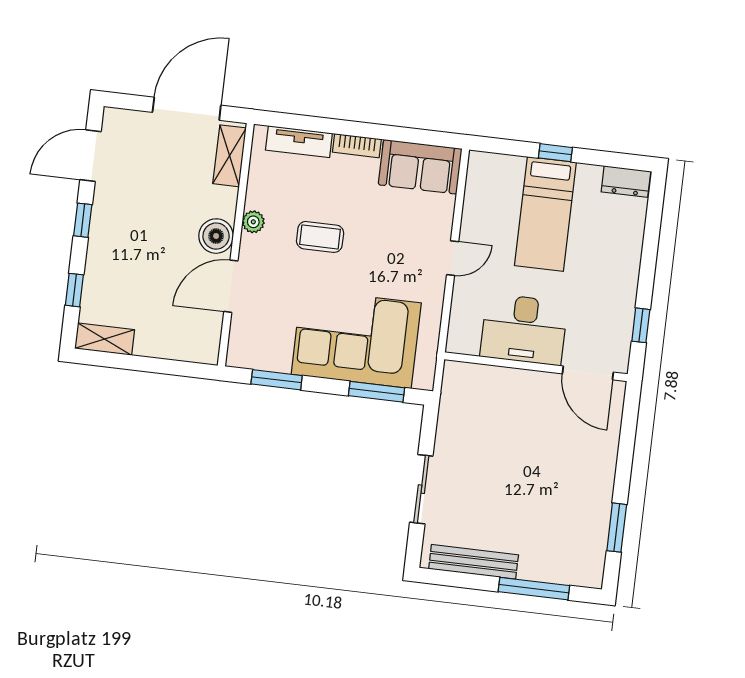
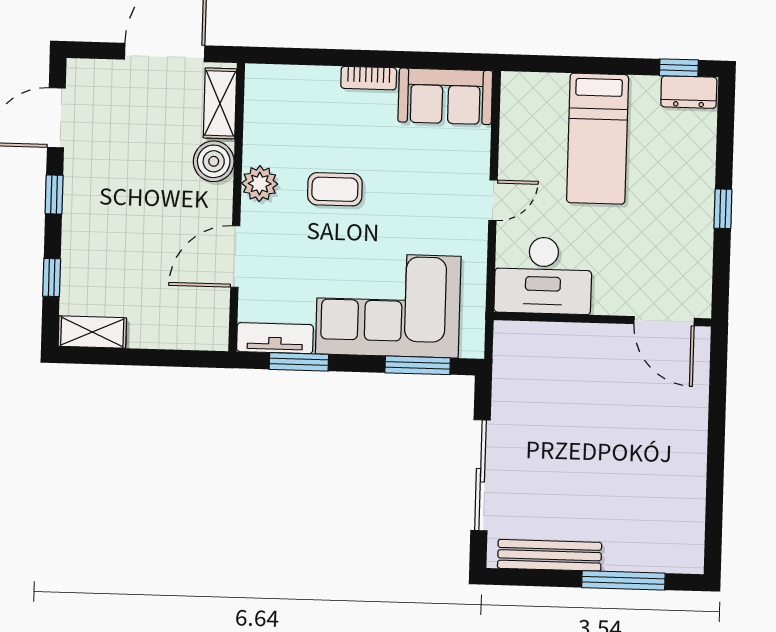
tv unit: (299, 142) -> (275, 338), moved, turned 180
window: (555, 153) -> (679, 68), moved
plant: (253, 222) -> (260, 184), width x1.38, depth x1.38
boiler: (216, 236) -> (214, 161), moved
window: (641, 325) -> (723, 209), moved
desk: (524, 329) -> (543, 275), moved
sliding door: (421, 489) -> (480, 475), width x1.37
window: (617, 528) -> (714, 500), removed

